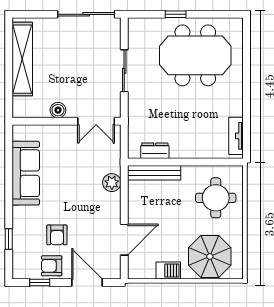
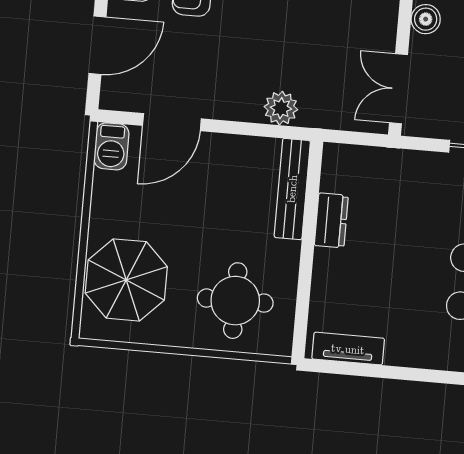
dresser: (155, 151) -> (331, 220), moved
door: (124, 240) -> (172, 122), hinge flipped
barbecue: (168, 271) -> (111, 146), moved

